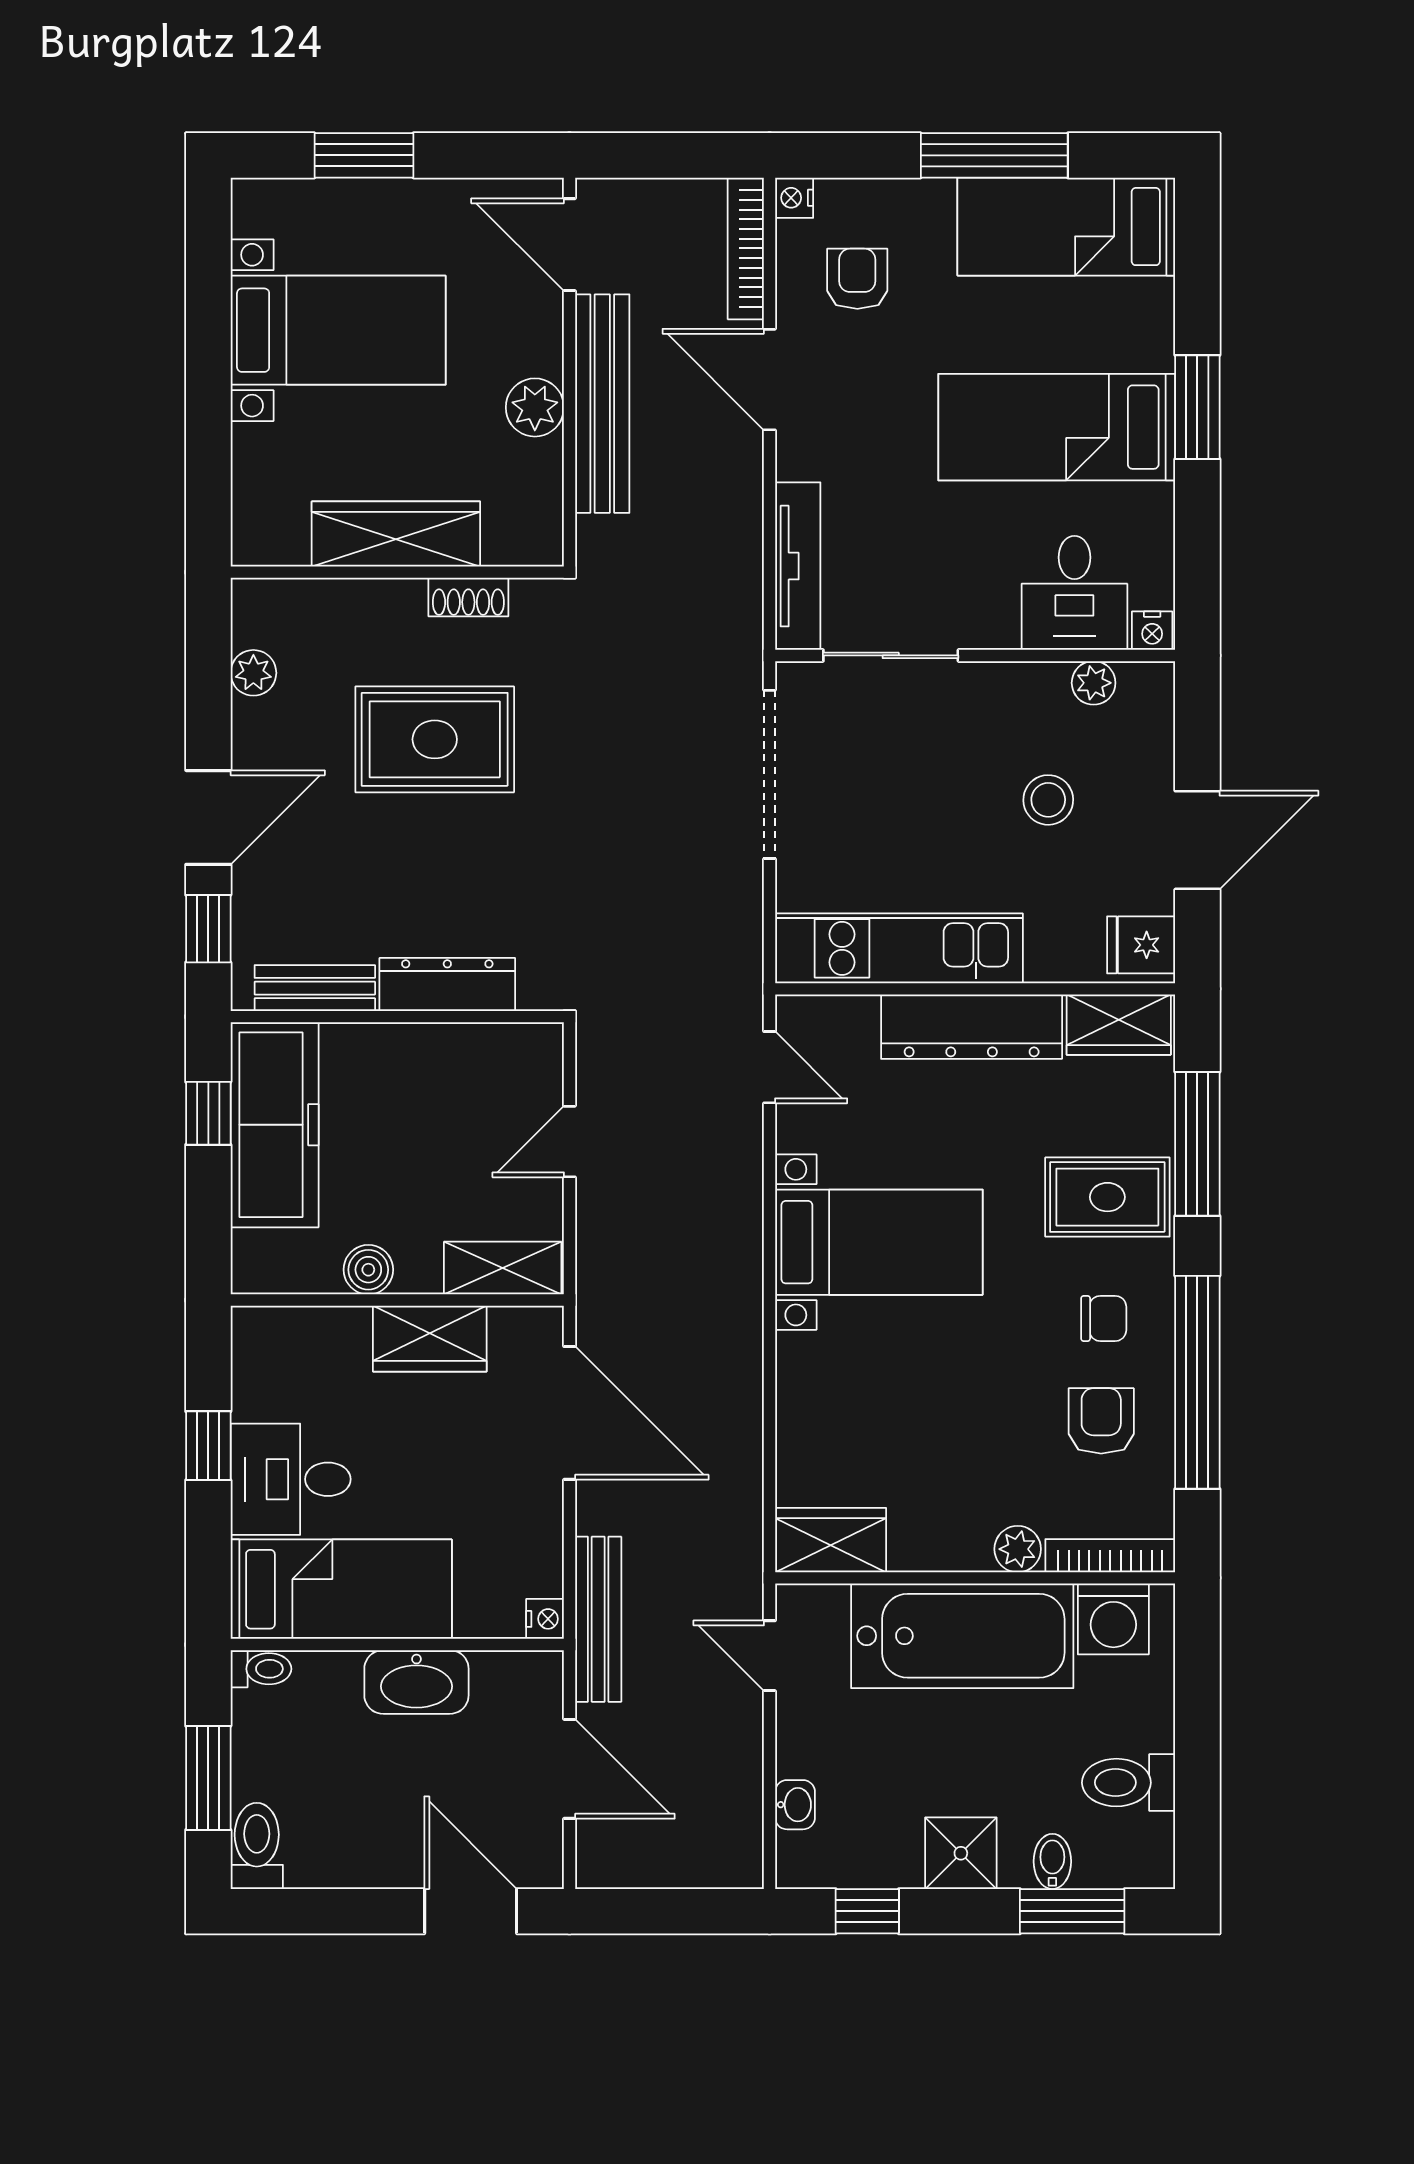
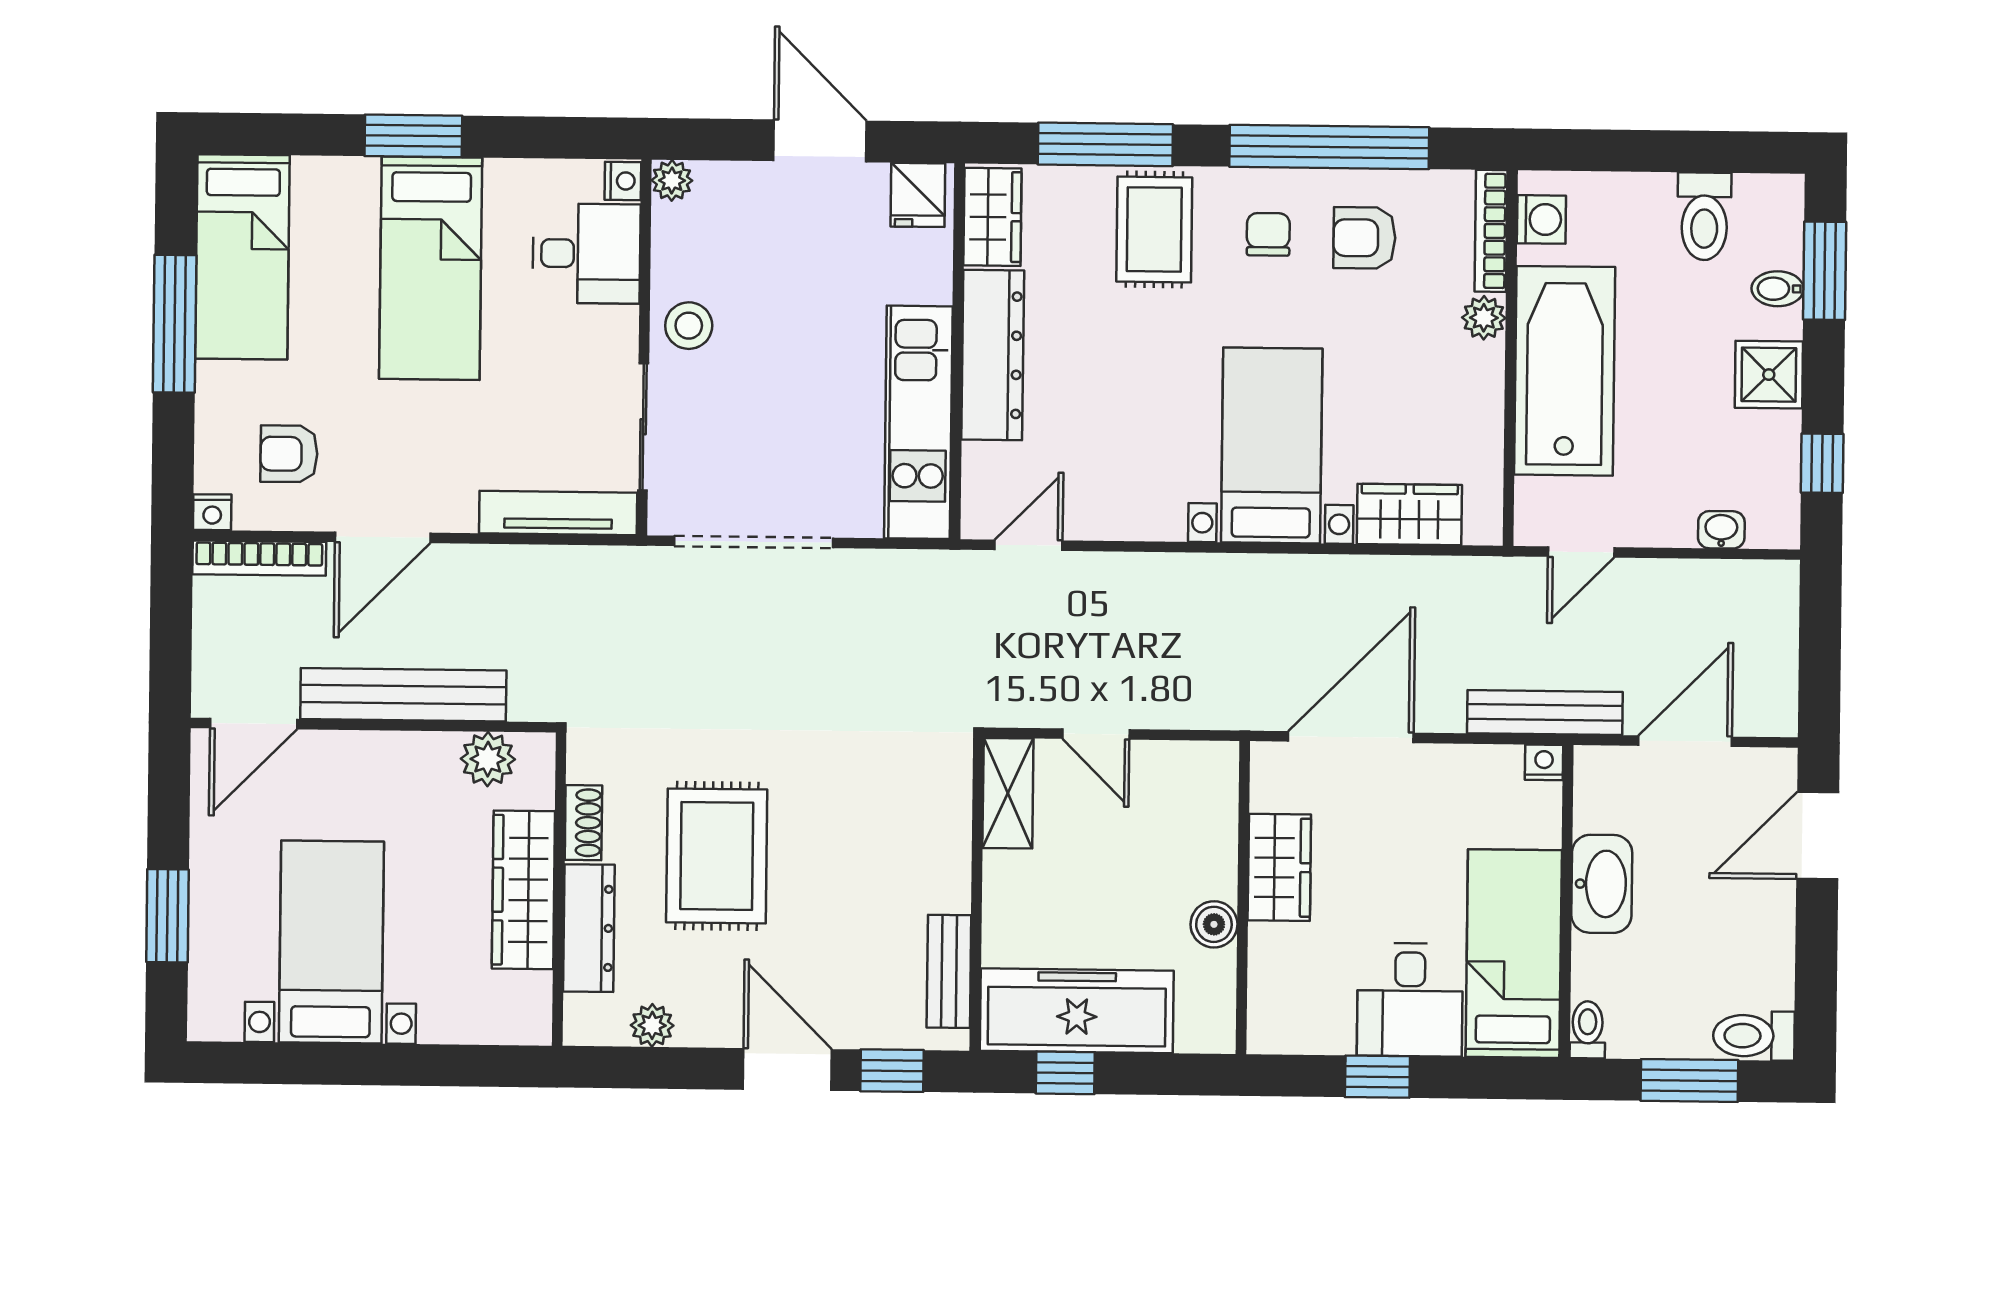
plant: (535, 407) -> (488, 759), moved
plant: (1094, 683) -> (672, 180), moved
stool: (1048, 800) -> (689, 326), moved
dresser: (447, 985) -> (589, 928), moved, turned 180
bed with nightstands: (879, 1242) -> (1272, 446), moved
shelving: (503, 1268) -> (1008, 793), moved
wardrobe: (831, 1540) -> (1409, 514), moved, turned 90
washing machine: (1113, 1619) -> (1541, 219), width x0.73, depth x0.73

